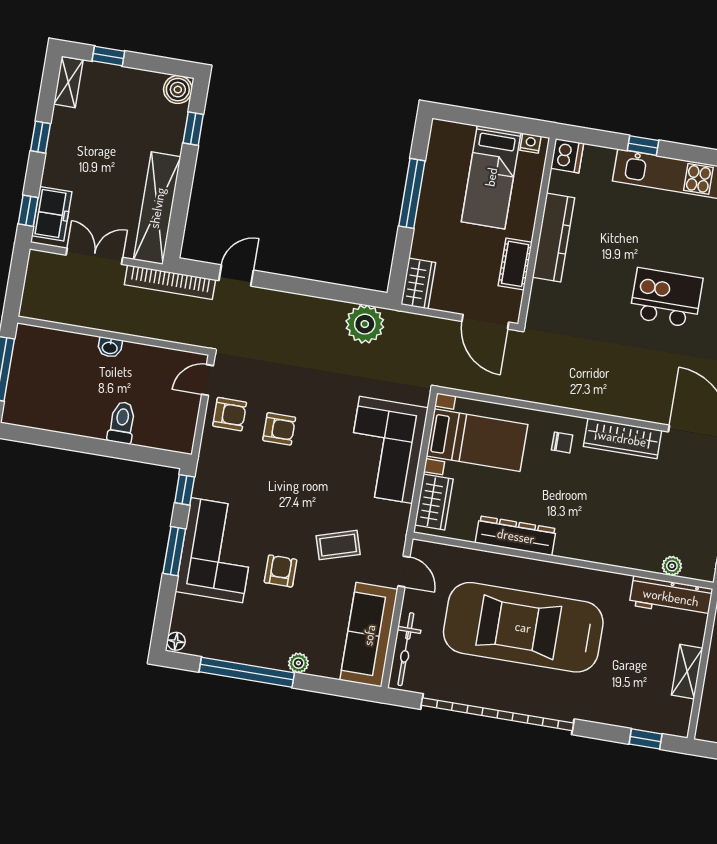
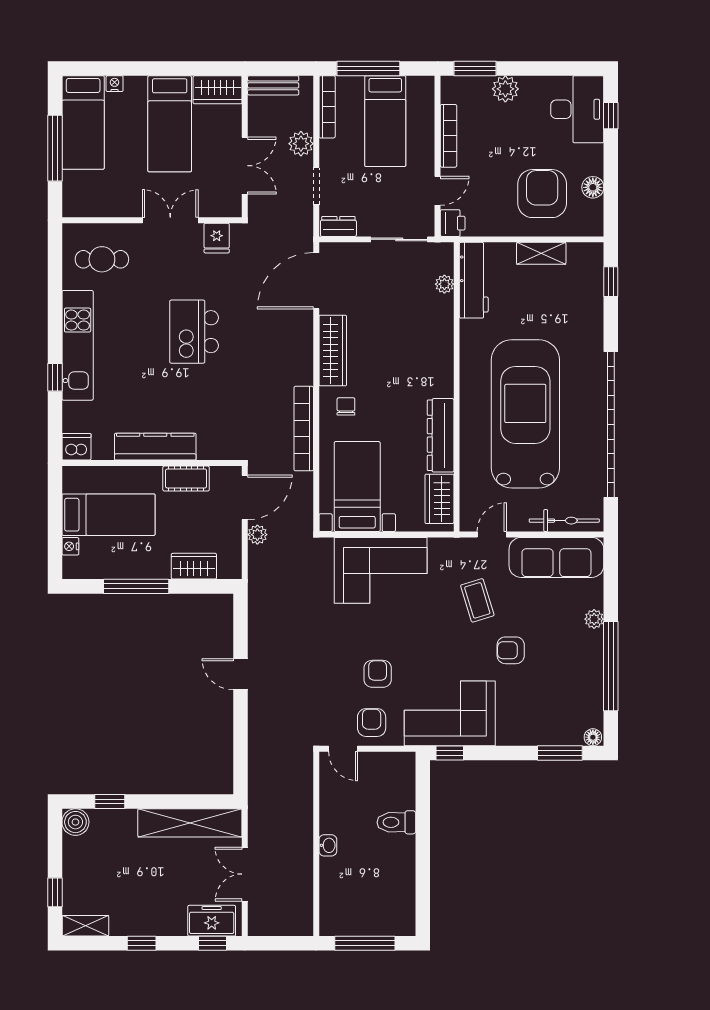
nightstand: (530, 143) -> (70, 546), moved
door: (236, 275) -> (241, 674), moved
bookcase: (170, 282) -> (304, 429), moved, turned 180
wardrobe: (418, 283) -> (194, 566), moved
plant: (365, 324) -> (257, 535), moved, width x0.53, depth x0.53
wardrobe: (434, 502) -> (439, 499), moved, turned -90
corner sofa: (217, 550) -> (450, 713), moved
window: (174, 551) -> (560, 753), moved
car: (523, 627) -> (525, 414), turned 180

